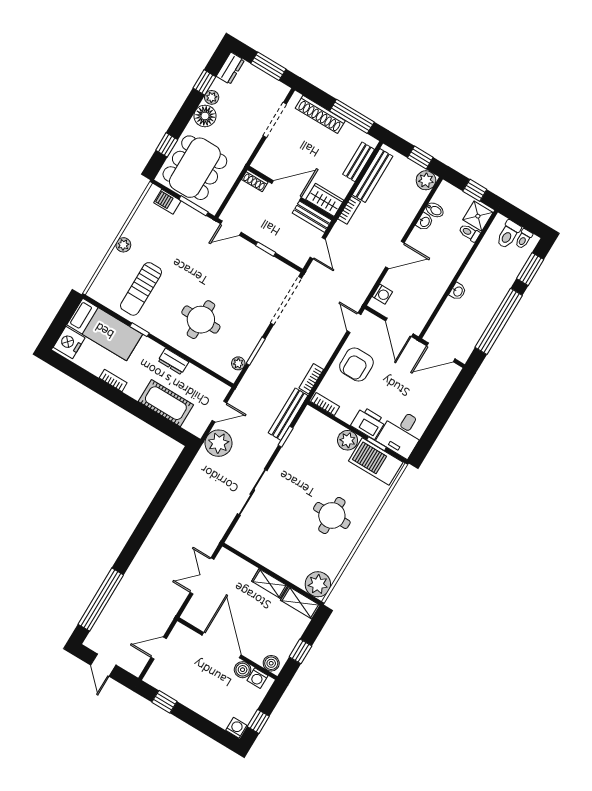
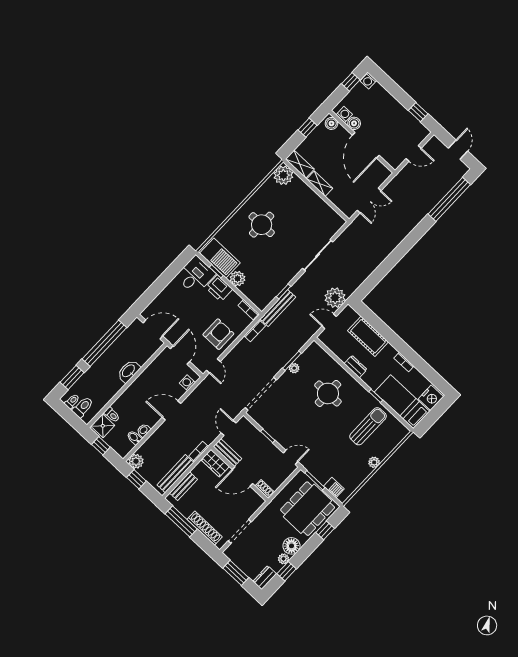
washbasin: (458, 291) -> (129, 371), width x1.91, depth x1.45
plant: (238, 363) -> (294, 368), moved

